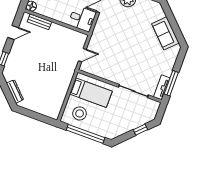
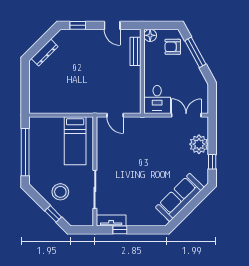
sofa: (165, 33) -> (180, 197), width x1.36
window: (171, 83) -> (120, 230), width x0.46
stool: (80, 113) -> (60, 192), moved

